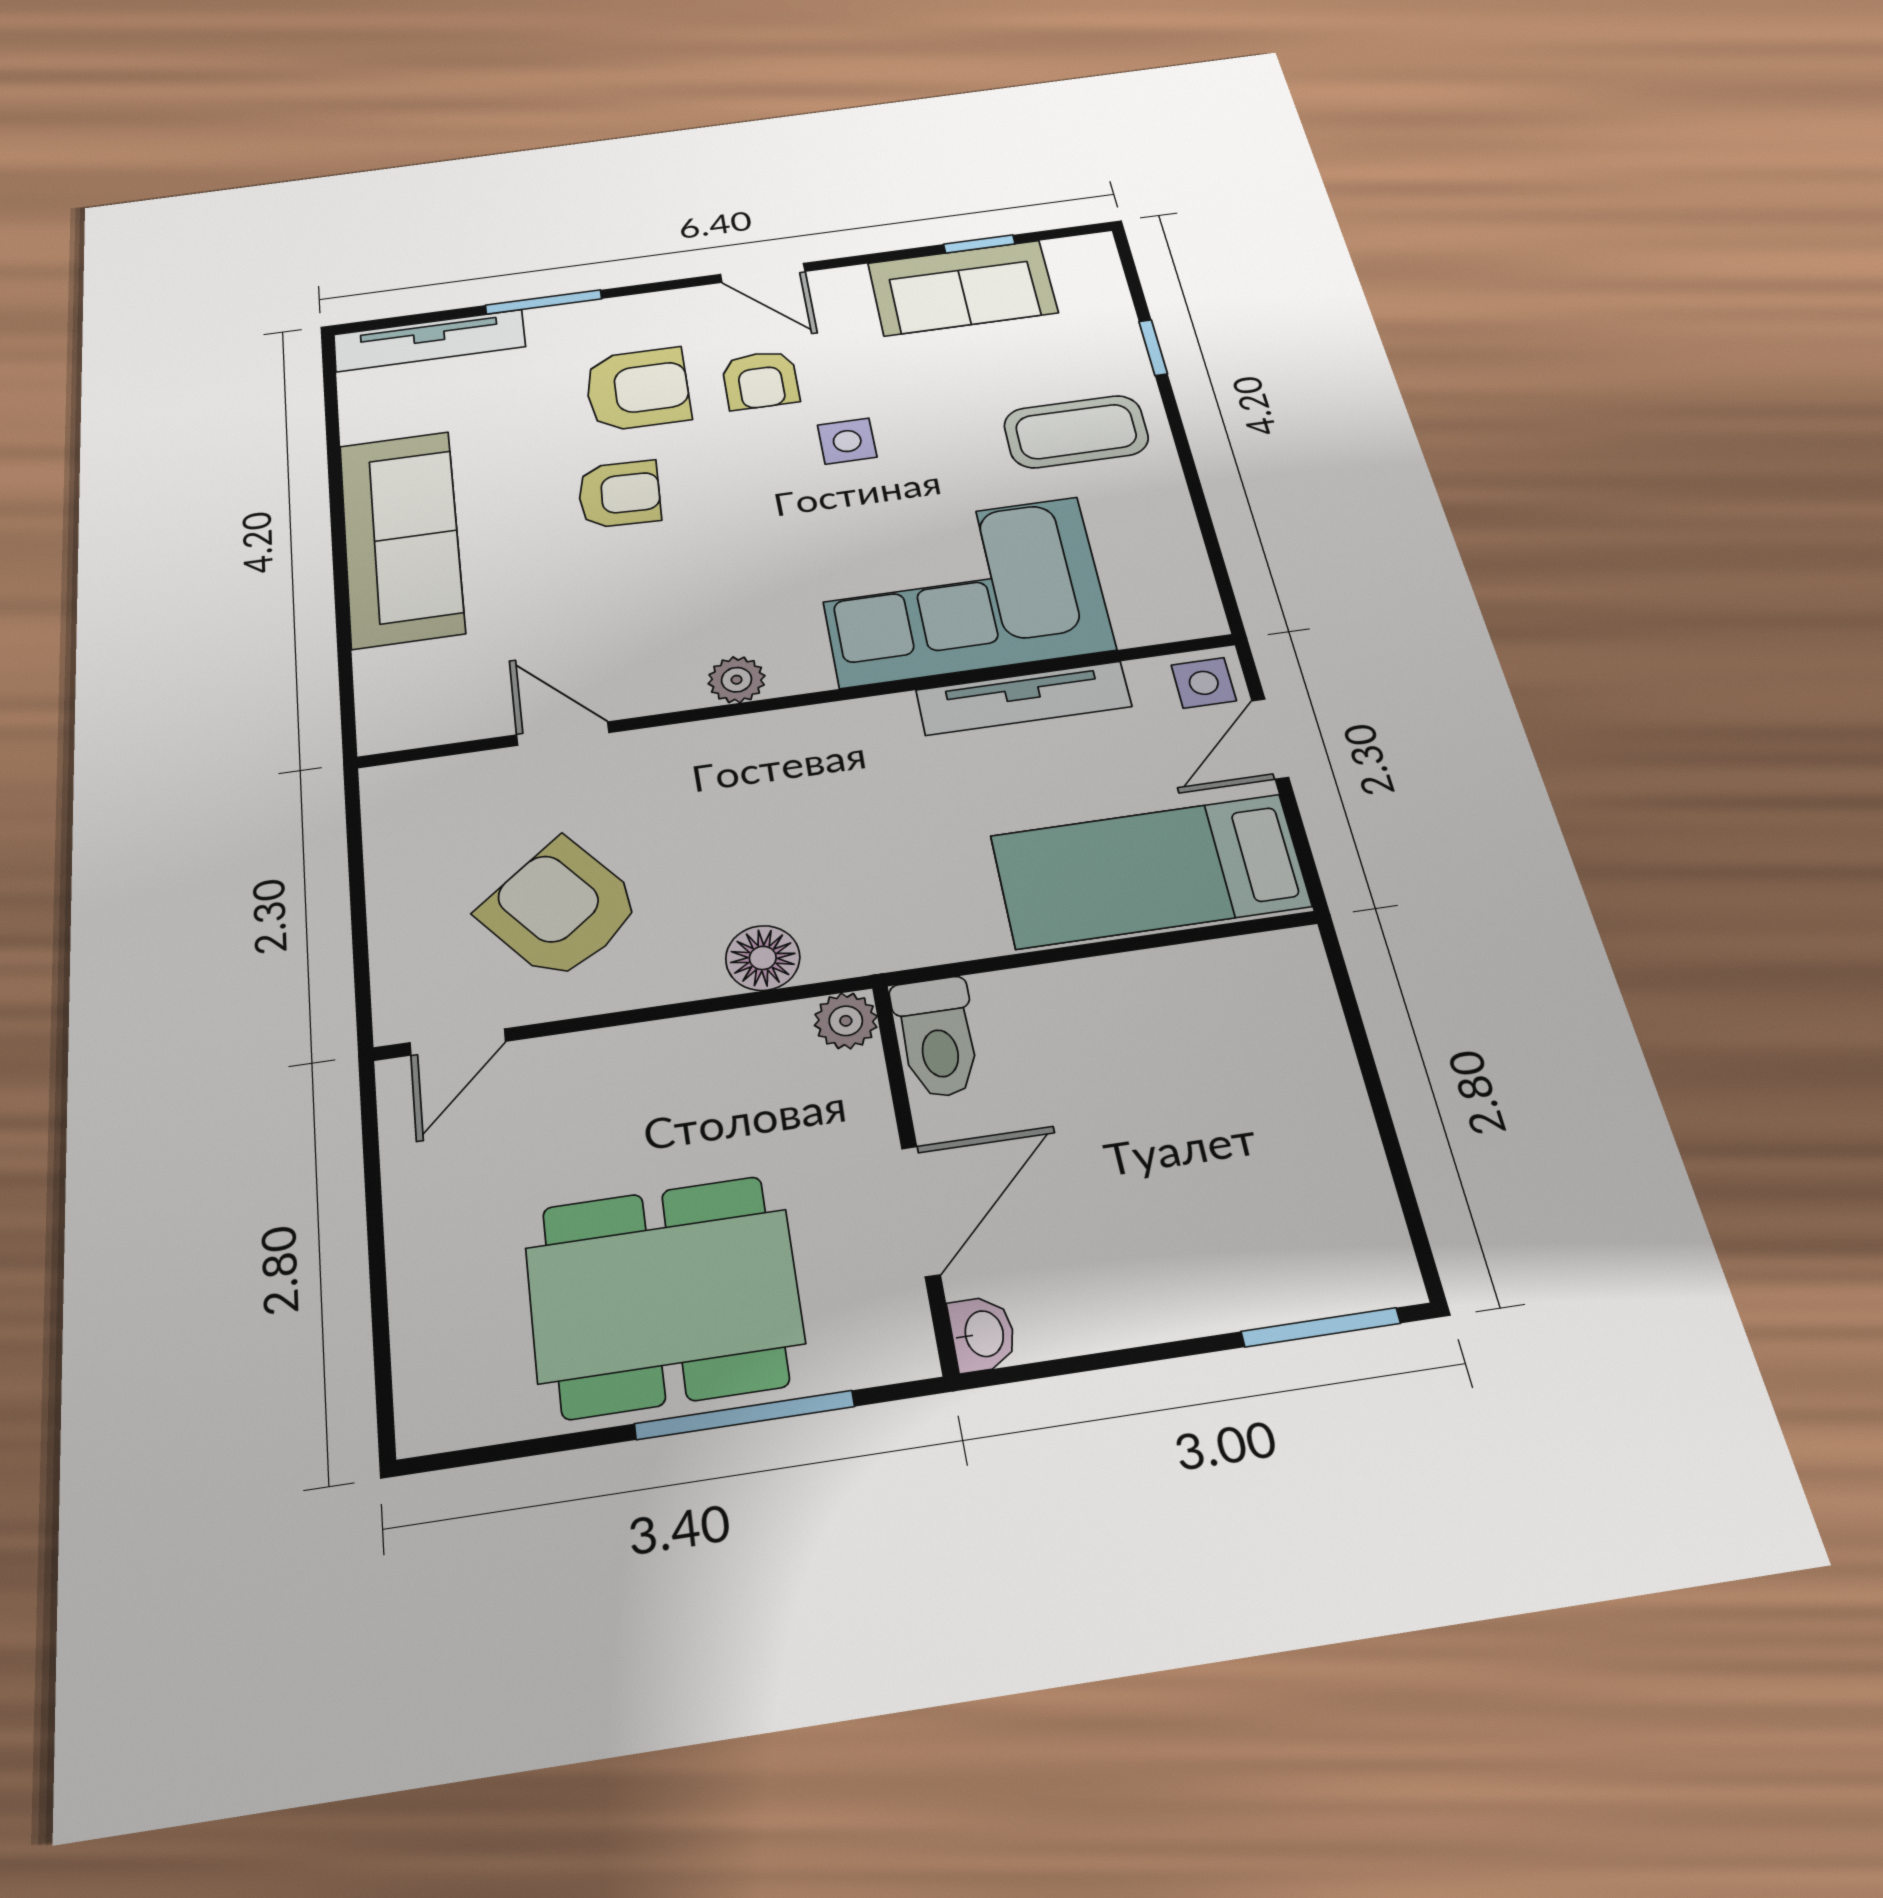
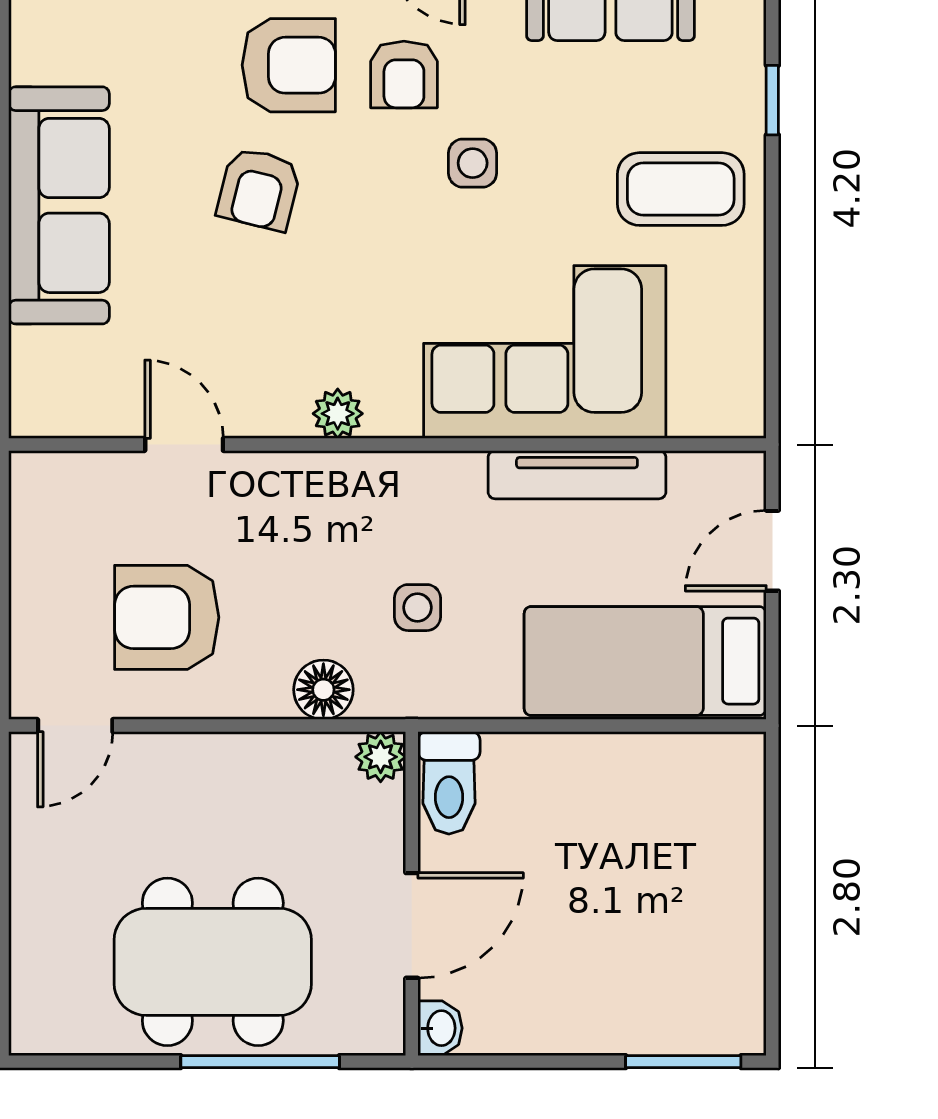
armchair: (619, 494) -> (259, 189), turned 102
side table: (1204, 683) -> (417, 608), moved
armchair: (561, 909) -> (167, 617), turned -51

